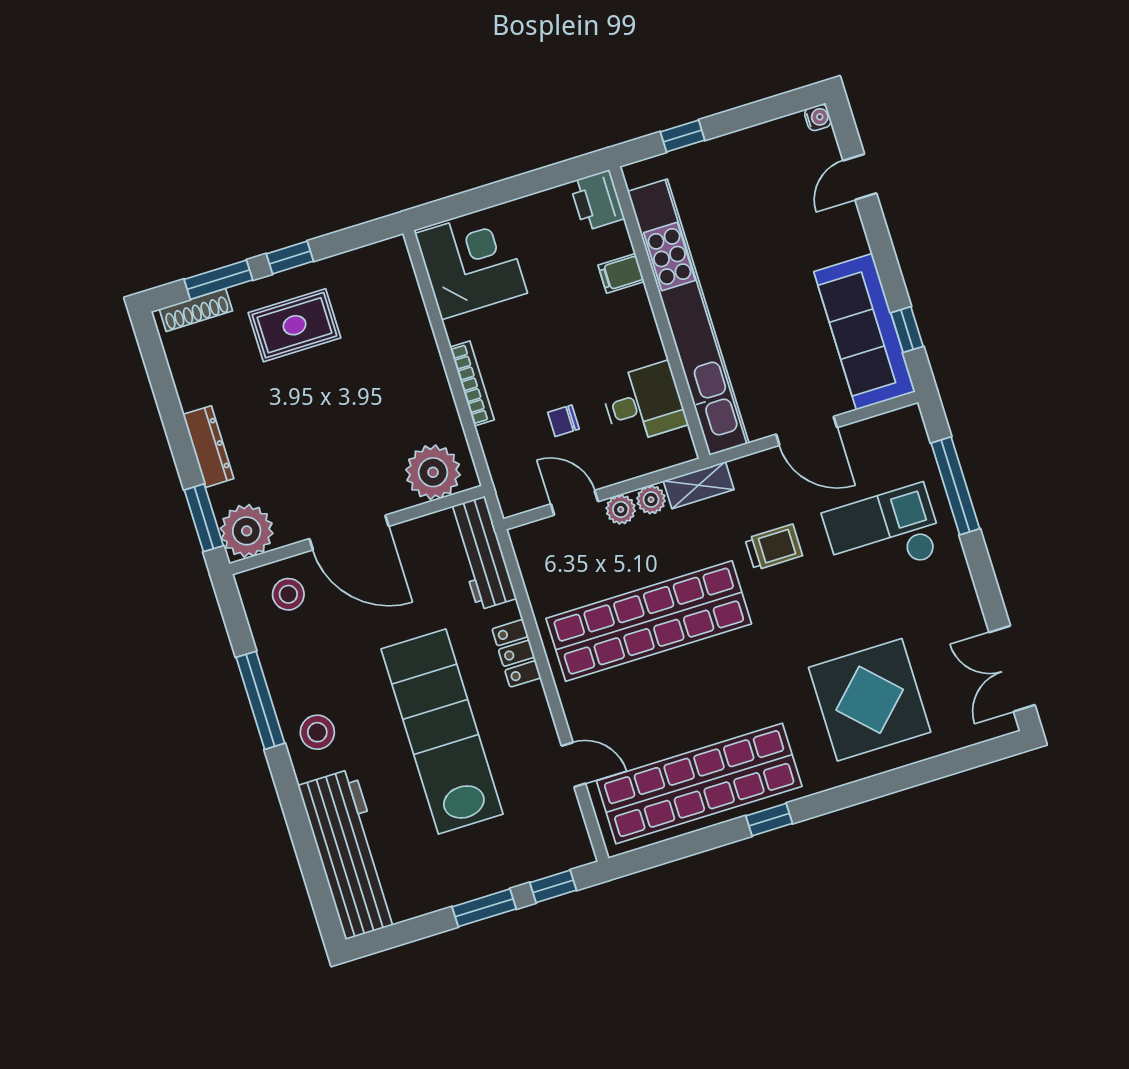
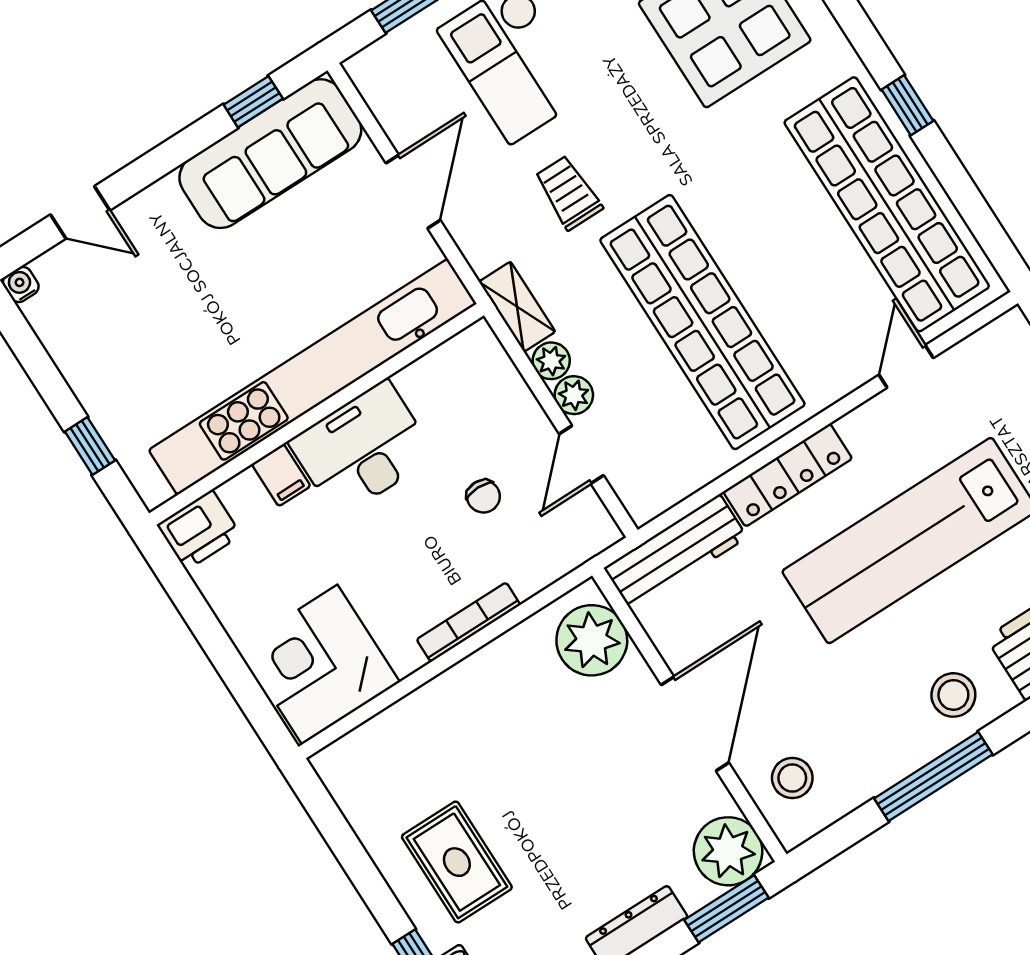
window: (290, 258) -> (375, 891), removed
desk: (644, 403) -> (362, 449), moved, width x1.37
locker: (516, 653) -> (788, 475), width x1.53

